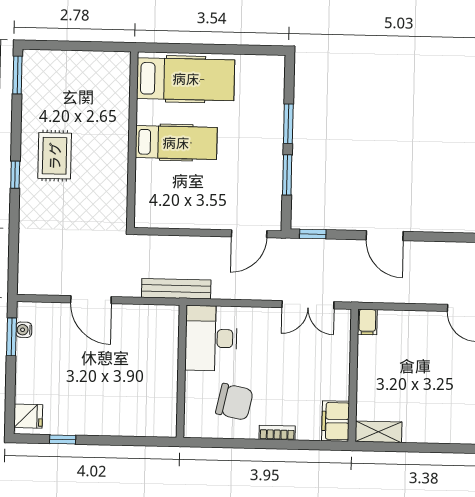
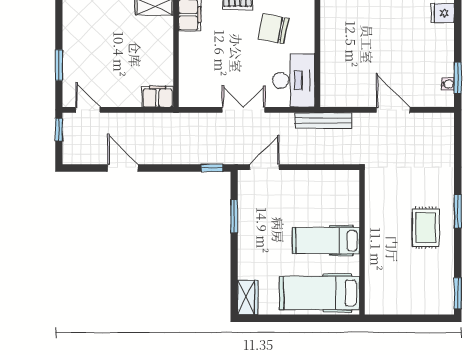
wardrobe: (273, 76) -> (248, 297), added
window: (288, 124) -> (234, 258), removed
window: (15, 175) -> (458, 211), width x1.50
door: (385, 236) -> (123, 168), moved
double door: (308, 305) -> (244, 110), moved
filing cabinet: (367, 322) -> (158, 97), width x2.00

